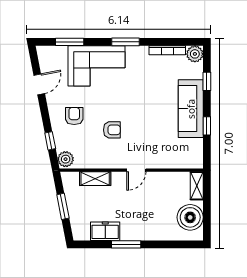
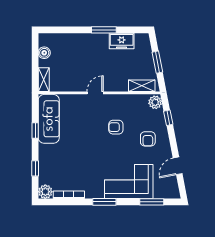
sofa: (191, 109) -> (49, 119), moved
shelving: (95, 179) -> (142, 86), moved
boiler: (190, 217) -> (44, 53), width x0.54, depth x0.54

